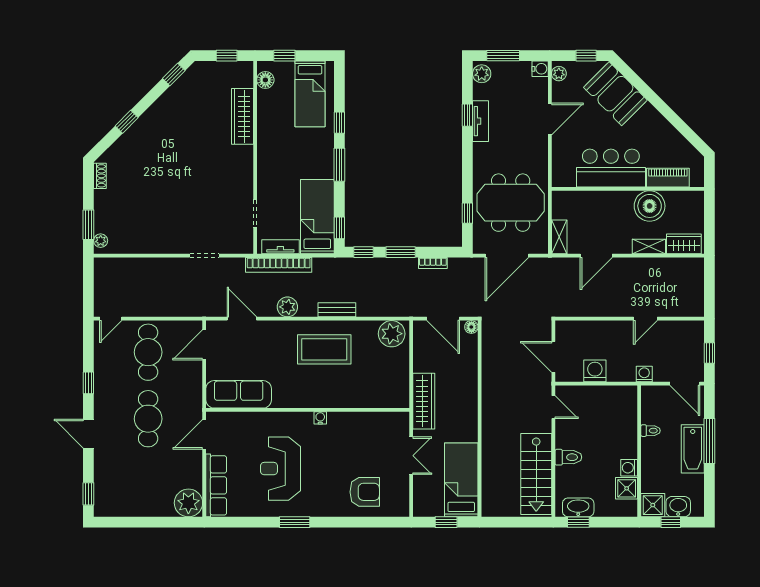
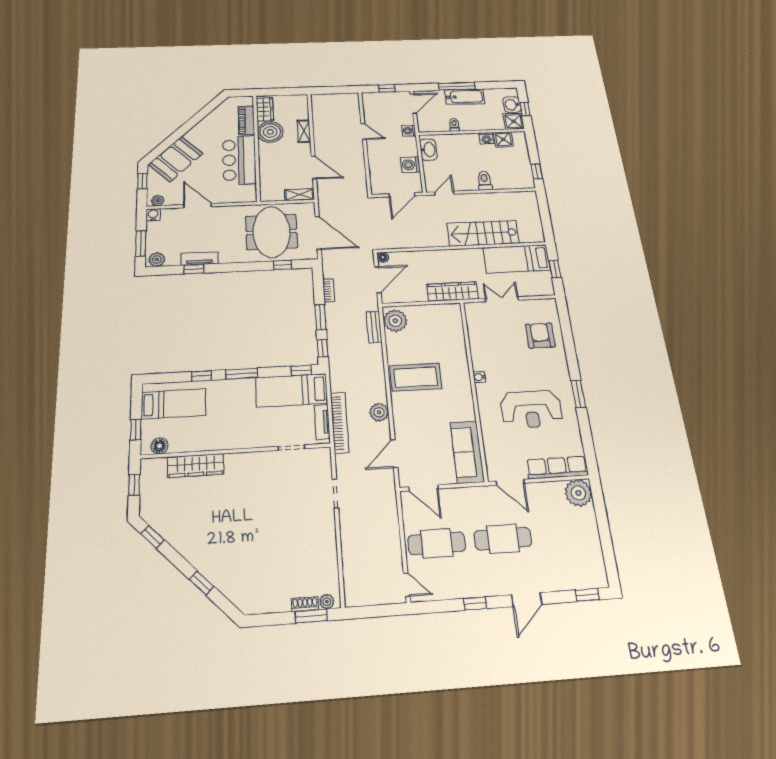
shoe rack: (100, 176) -> (305, 604), moved
wardrobe: (684, 244) -> (265, 109), moved, turned 180
bench: (337, 310) -> (374, 327), moved
coffee table: (324, 349) -> (416, 377), turned 90
stairs: (536, 474) -> (483, 233), moved, turned 180
washbasin: (578, 507) -> (428, 150), moved, turned 180

